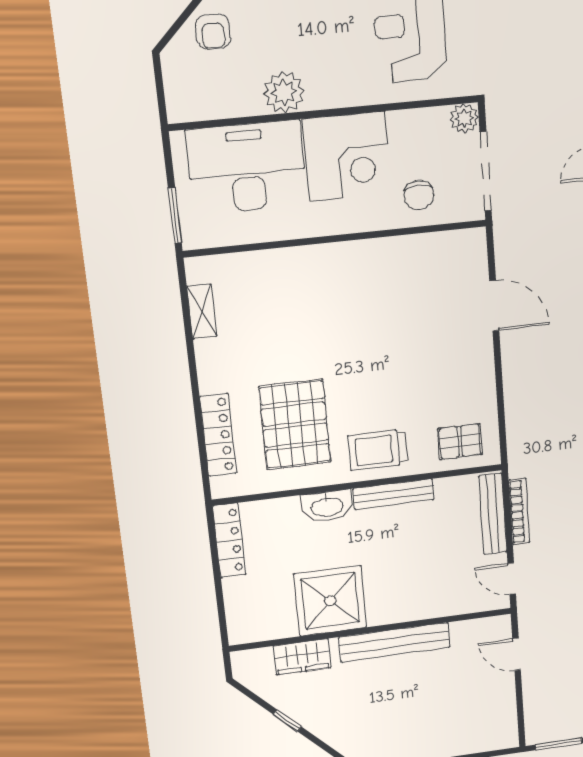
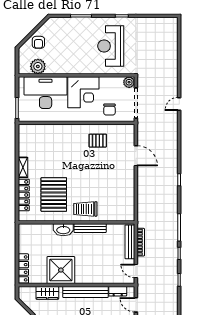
plant: (284, 92) -> (38, 66), moved
shelving: (202, 312) -> (23, 167), moved
pallet: (460, 442) -> (98, 141), moved
locker: (229, 541) -> (23, 268), moved
dresser: (472, 630) -> (118, 291), added

